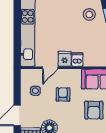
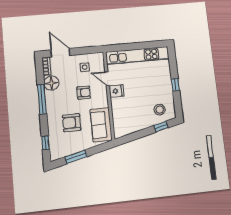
dishwasher: (77, 60) -> (117, 103), removed

